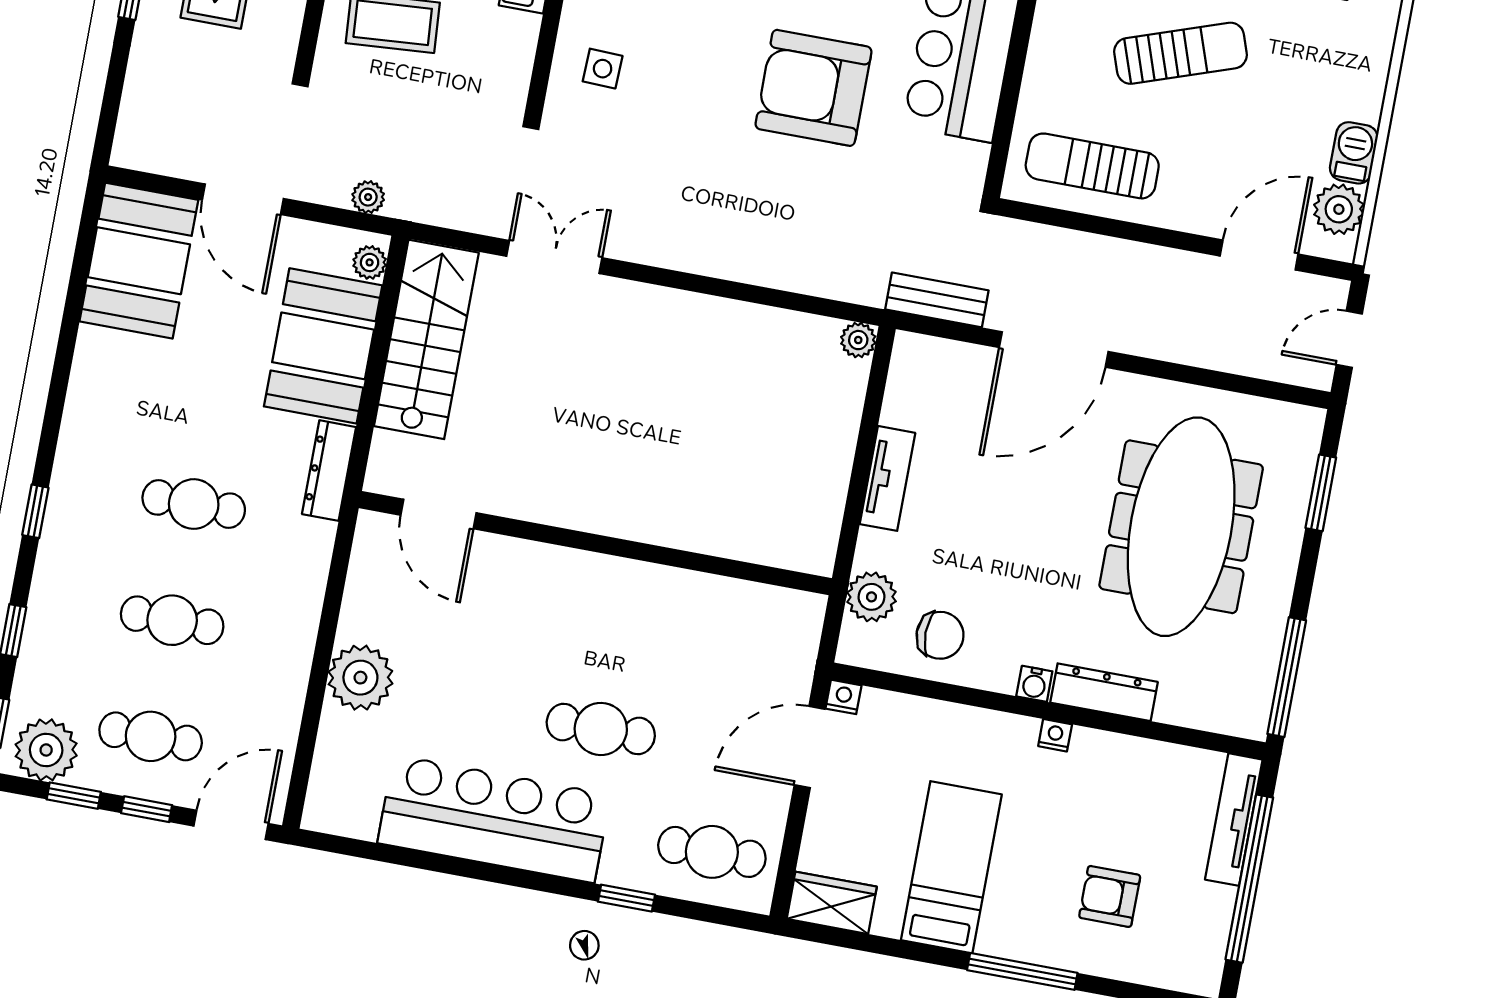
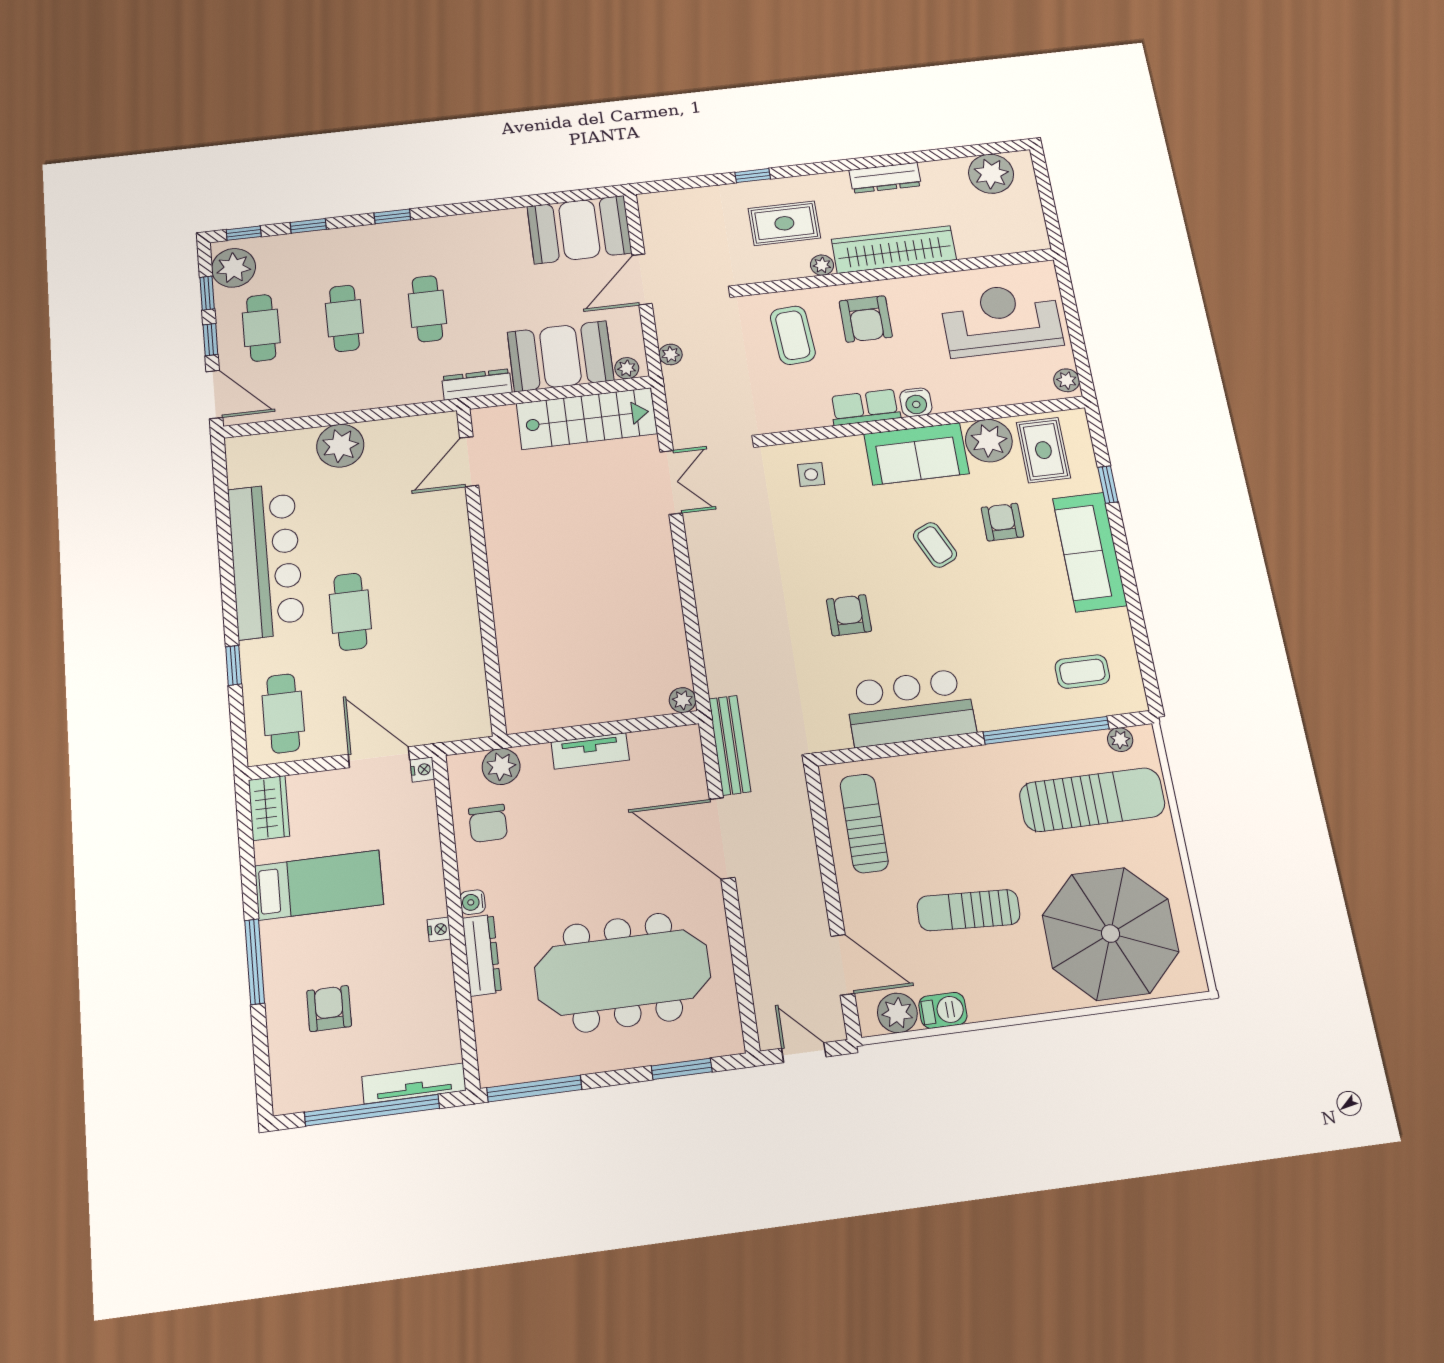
sun lounger: (1181, 53) -> (968, 910), moved, turned 112
armchair: (814, 88) -> (849, 615), width x0.53, depth x0.53
bench: (937, 300) -> (730, 745), width x1.36

